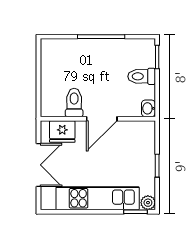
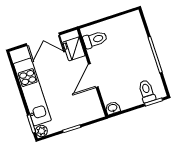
toilet: (142, 76) -> (147, 91), moved
toilet: (74, 103) -> (95, 40), moved
door: (102, 119) -> (93, 76), hinge flipped

